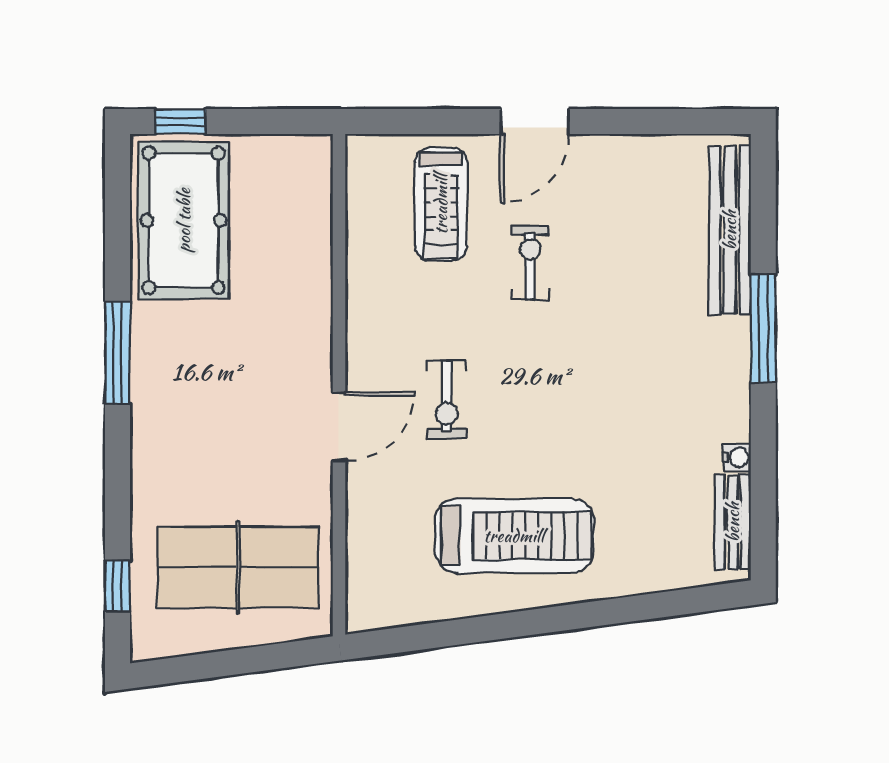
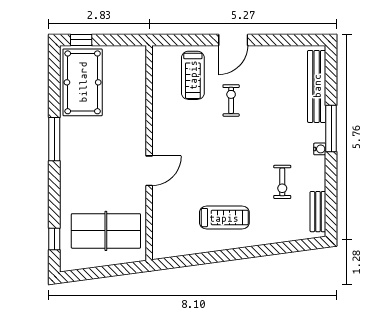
exercise bike: (447, 400) -> (282, 182), moved
water cooler: (737, 457) -> (320, 149), moved
treadmill: (514, 536) -> (224, 218), width x0.73, depth x0.73

